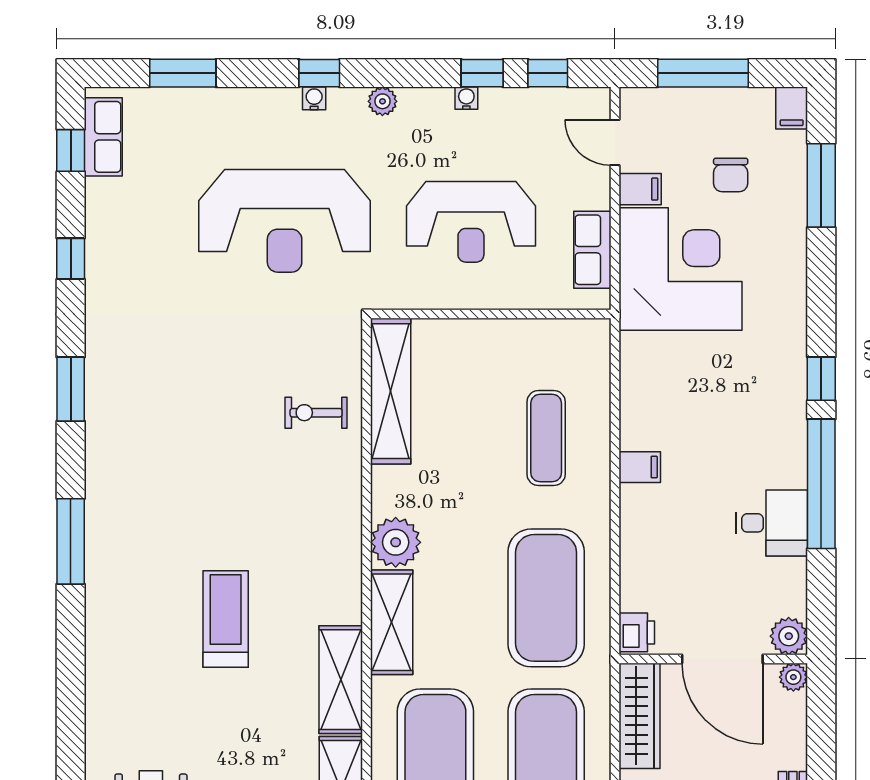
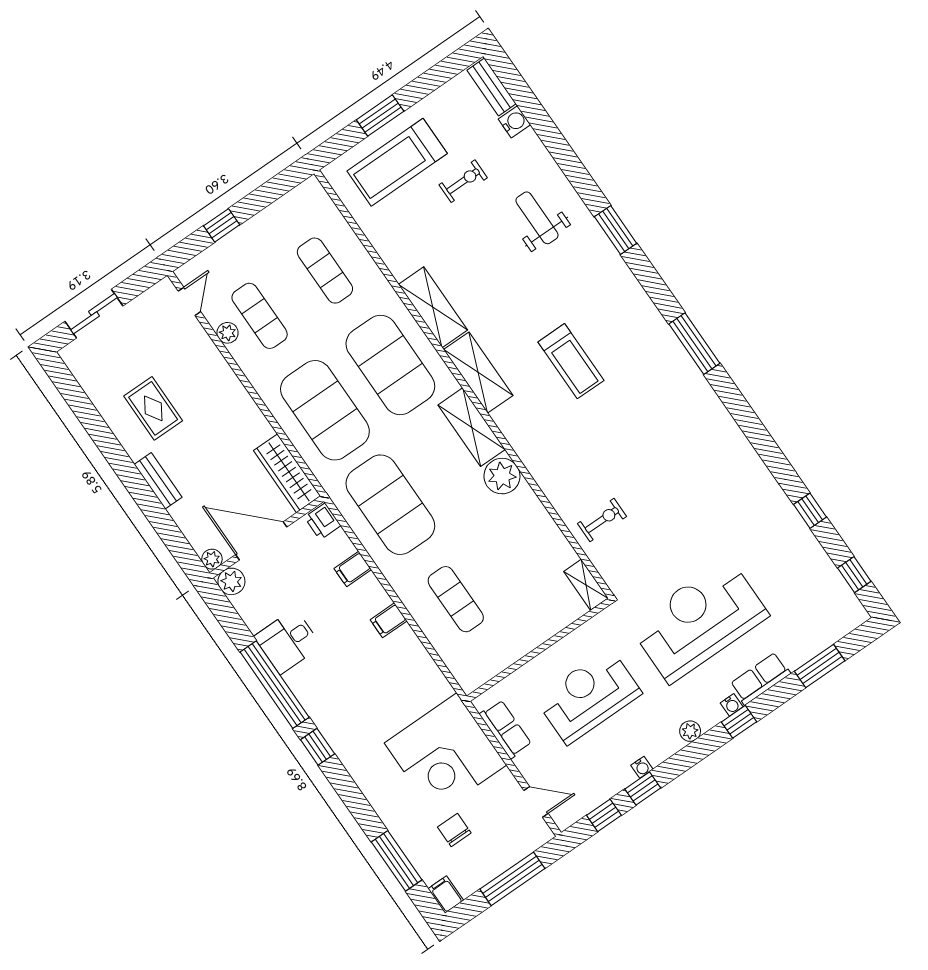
row of seats: (103, 137) -> (760, 679), moved, turned 90
filing cabinet: (640, 189) -> (353, 569), moved
window: (71, 389) -> (616, 230), moved
shelving: (391, 391) -> (586, 585), width x0.45, depth x0.75

